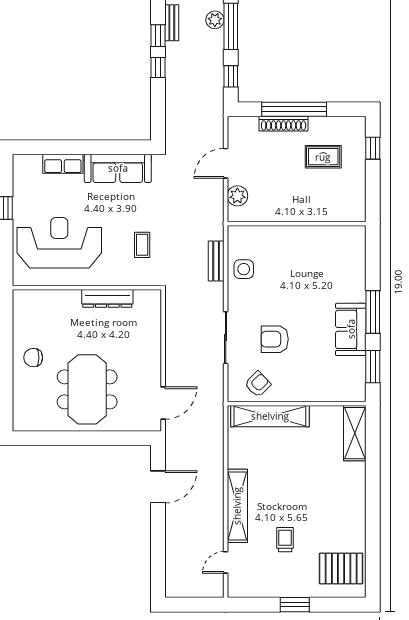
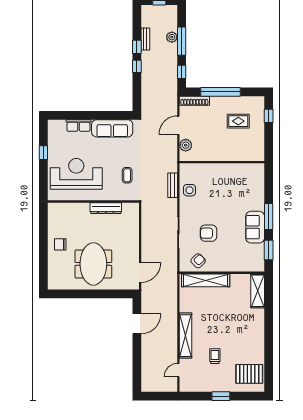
shoe rack: (284, 124) -> (194, 101), moved

